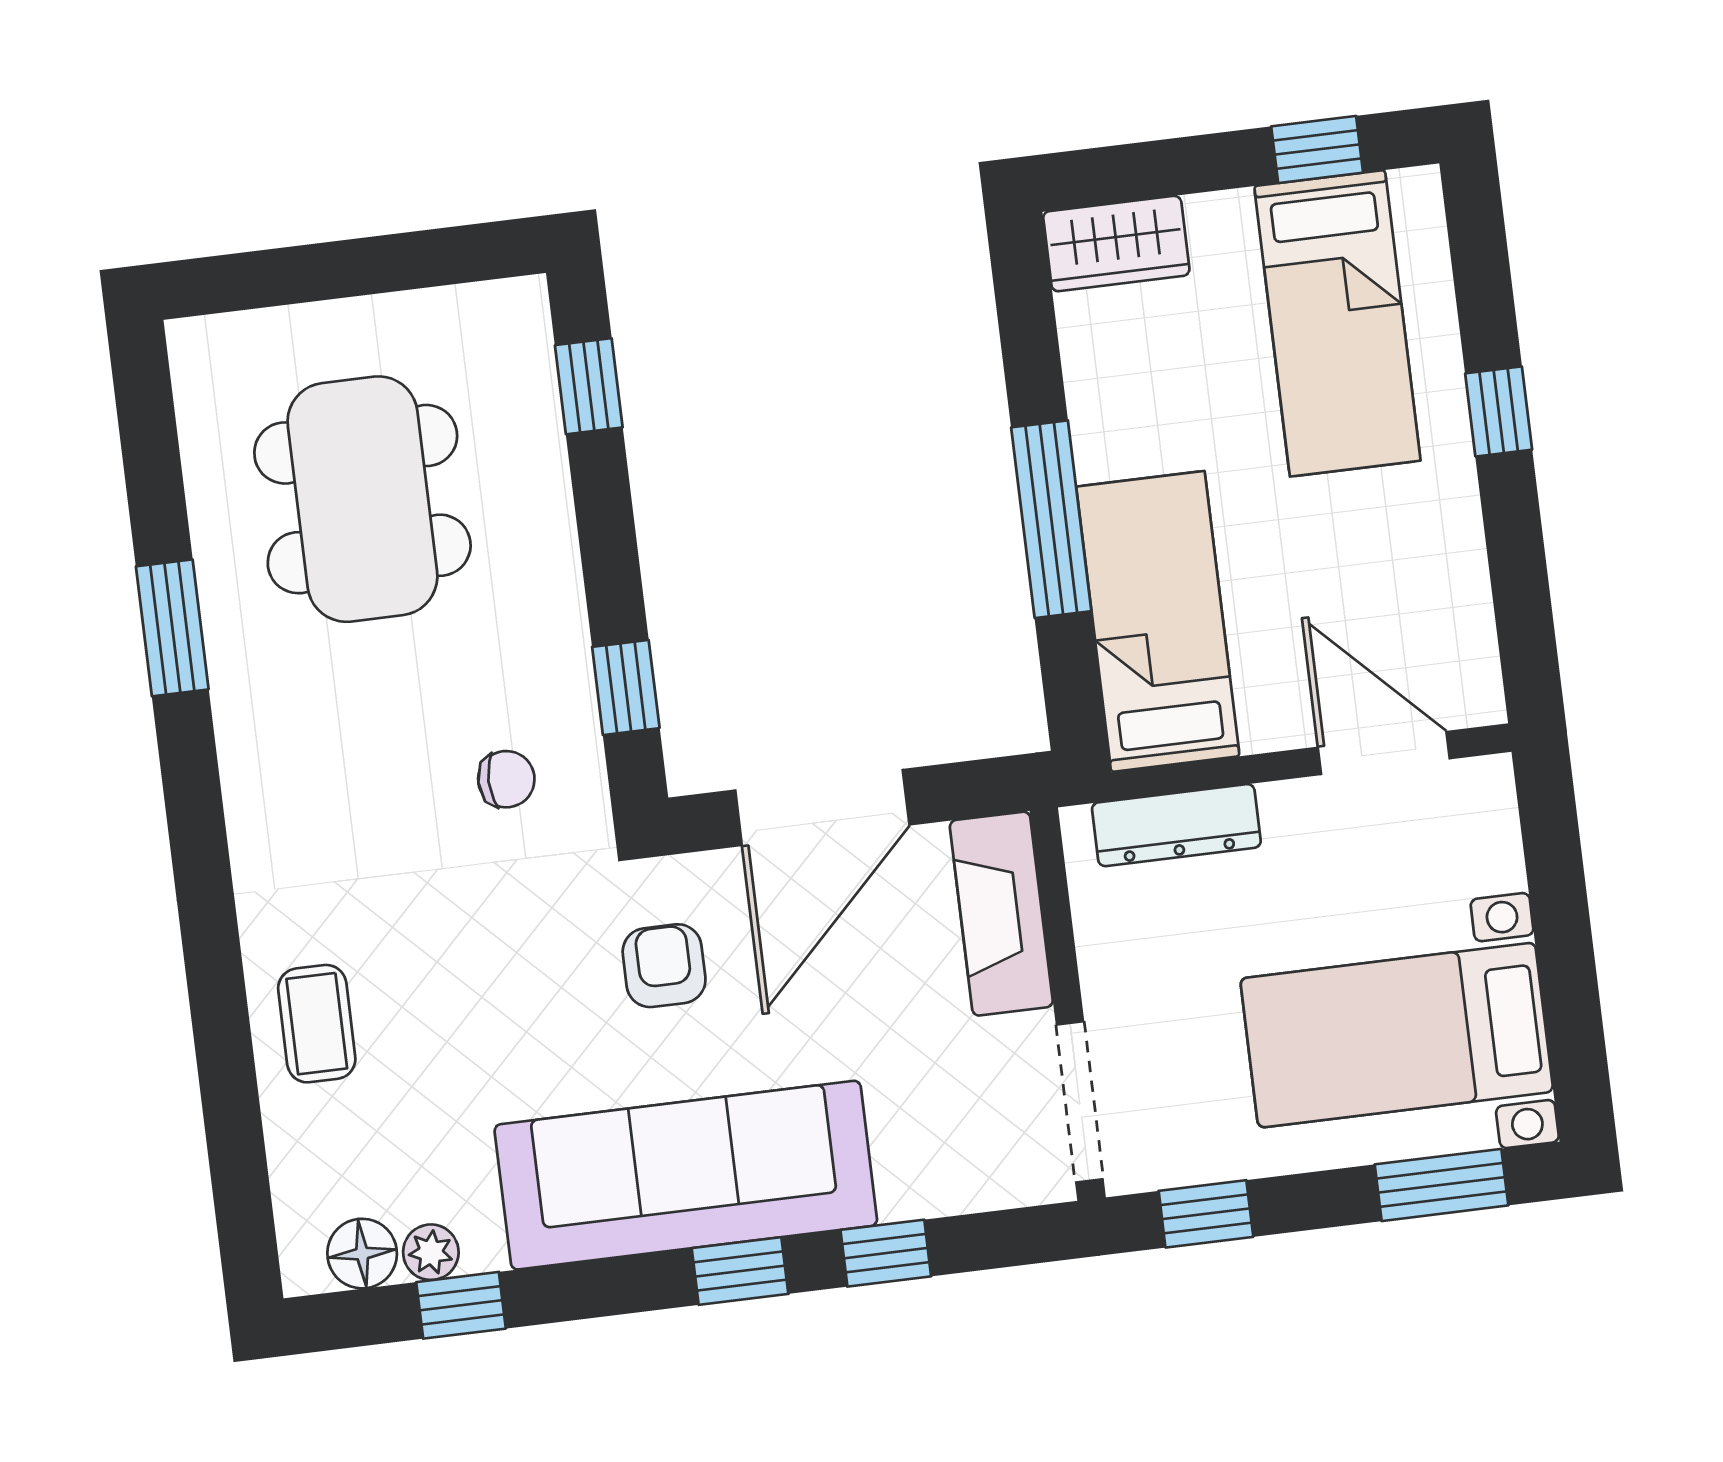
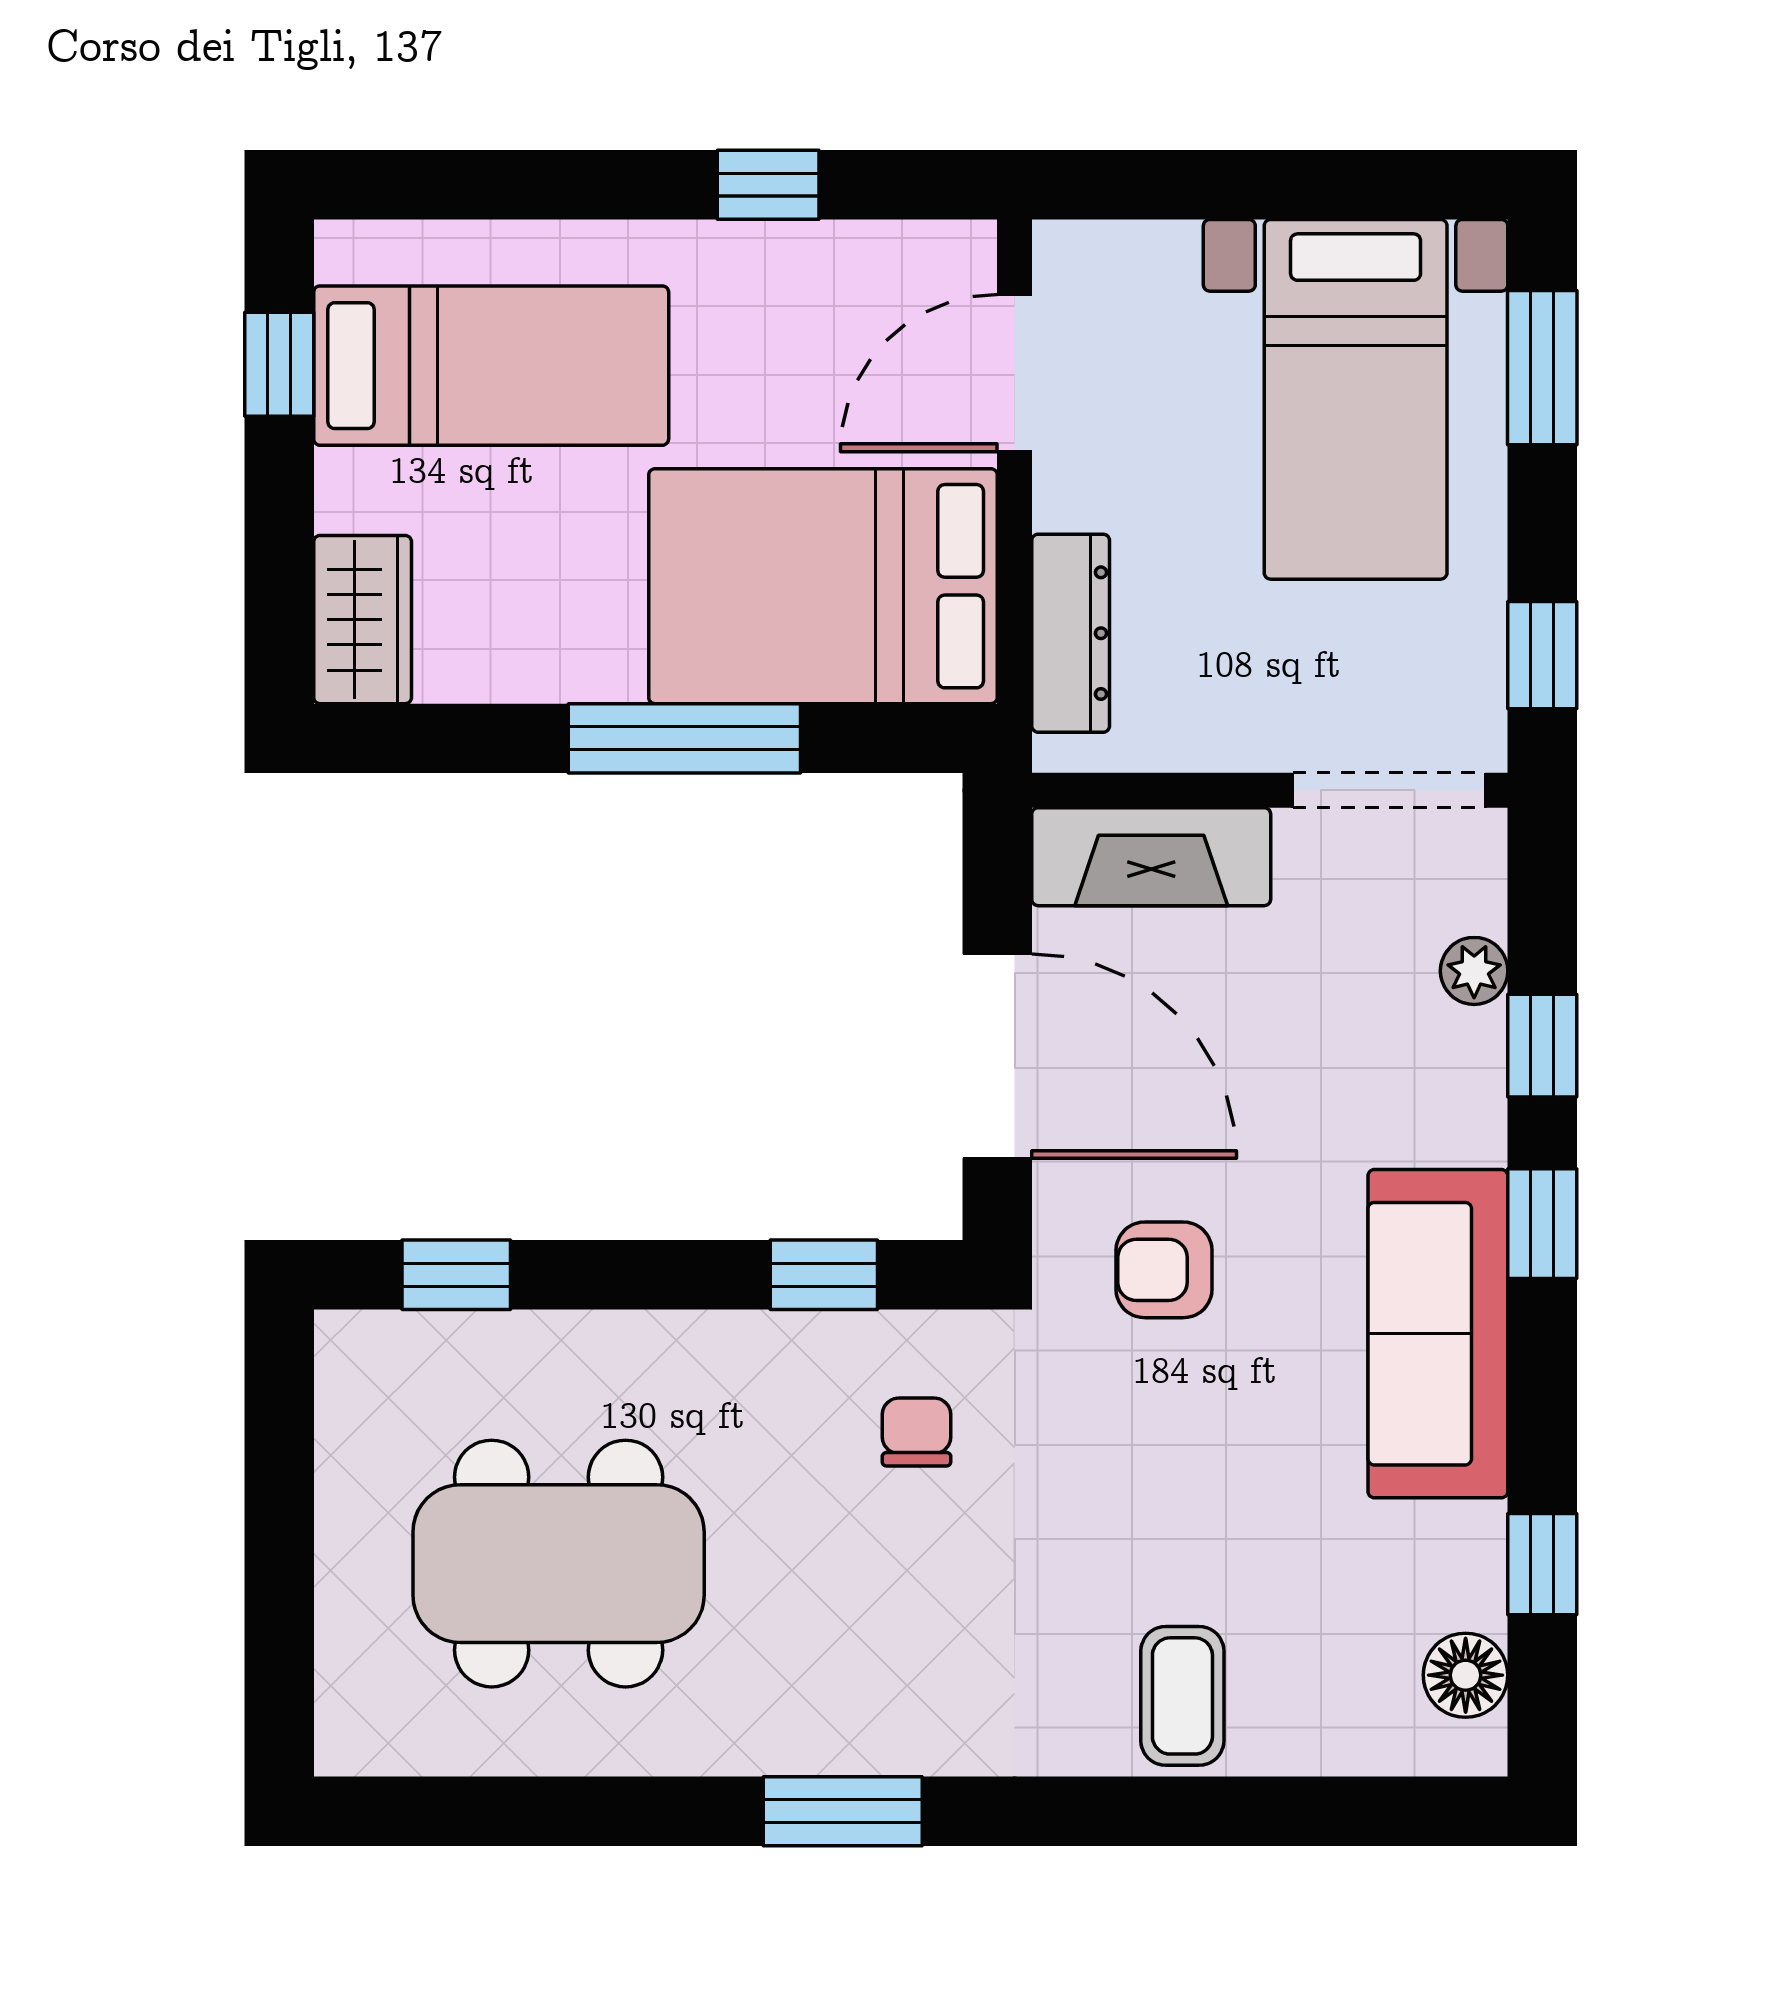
window: (1499, 411) -> (768, 185), moved
bed: (1158, 621) -> (823, 586), width x1.50
window: (172, 628) -> (843, 1811), moved
coffee table: (317, 1024) -> (1182, 1696), turned 90
sofa: (686, 1175) -> (1438, 1334), width x0.74, depth x0.79
plant: (431, 1252) -> (1474, 971), moved

